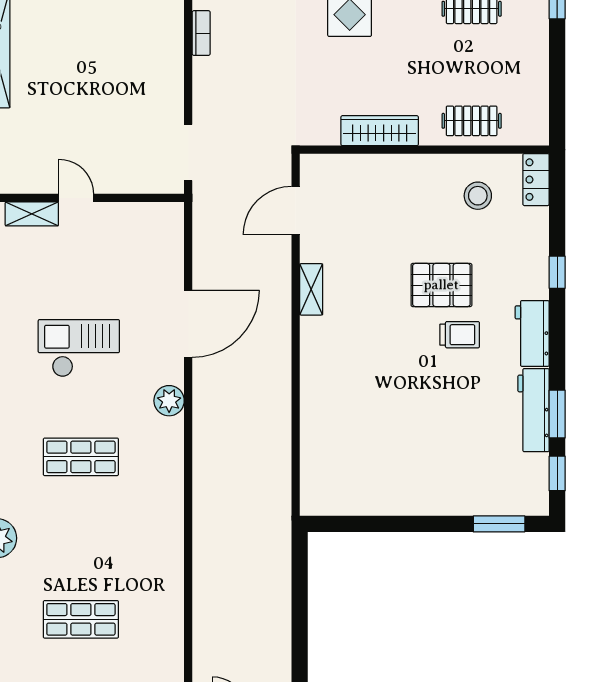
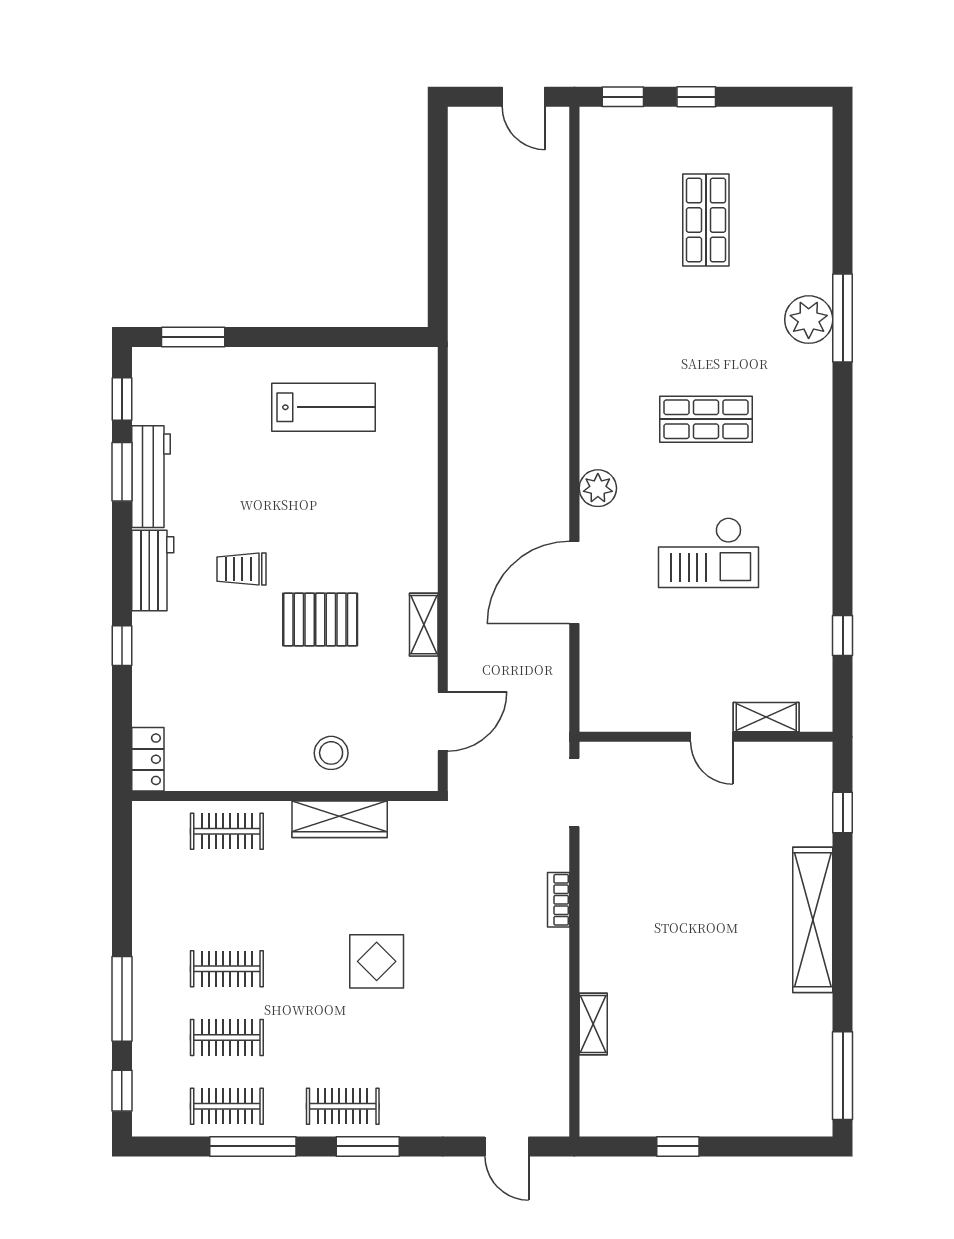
bookcase: (201, 33) -> (558, 900), moved
stool: (478, 196) -> (331, 753), moved
pallet: (441, 285) -> (320, 620), moved
lab bench: (393, 467) -> (324, 407), added
shop shelf: (81, 619) -> (706, 220), turned 90

